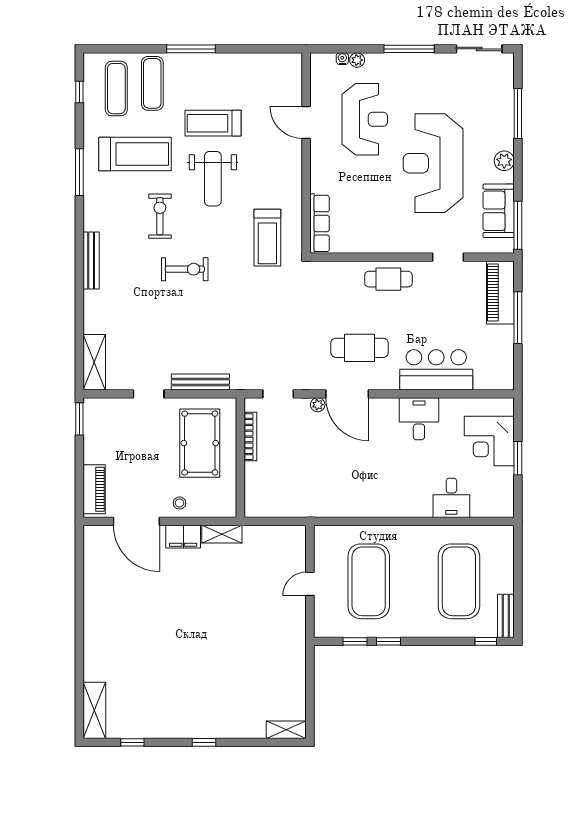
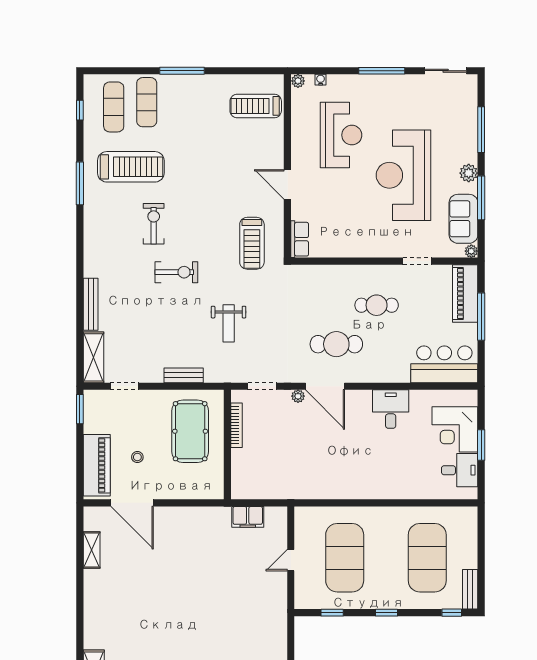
plant: (357, 60) -> (298, 81), moved
door: (306, 122) -> (287, 184), moved
treadmill: (213, 123) -> (256, 106), moved
weight bench: (213, 179) -> (229, 323), moved, width x0.73, depth x0.75
row of seats: (319, 223) -> (300, 239), width x0.68
window: (518, 225) -> (481, 198), moved
plant: (507, 246) -> (471, 251), added
bench: (91, 260) -> (91, 304), moved
cafe table: (388, 279) -> (377, 305), moved
bar counter: (436, 370) -> (444, 364), moved
bench: (200, 382) -> (184, 375), width x0.73
doorway: (149, 394) -> (125, 386), moved
piano: (94, 489) -> (97, 465), width x1.37, depth x1.33
desk: (451, 498) -> (460, 470), moved, turned -90
stool: (179, 503) -> (137, 457), moved
shelving: (222, 534) -> (92, 550), moved, turned 90
filing cabinet: (183, 537) -> (248, 517), moved
window: (389, 641) -> (387, 613), moved

